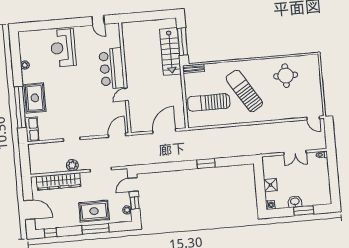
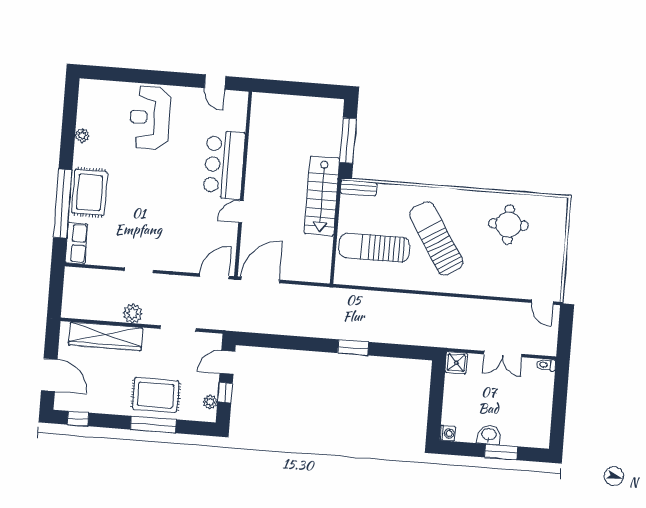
stairs: (170, 52) -> (322, 196), moved
door: (164, 131) -> (260, 280), moved
shower: (270, 185) -> (456, 363), moved

